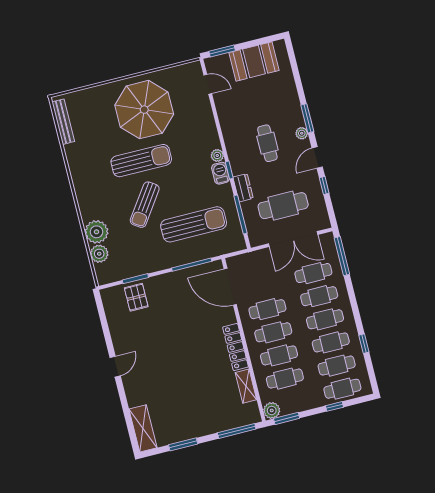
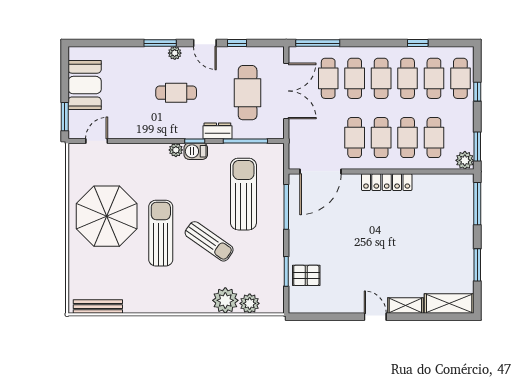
shelving: (246, 386) -> (405, 305), moved

